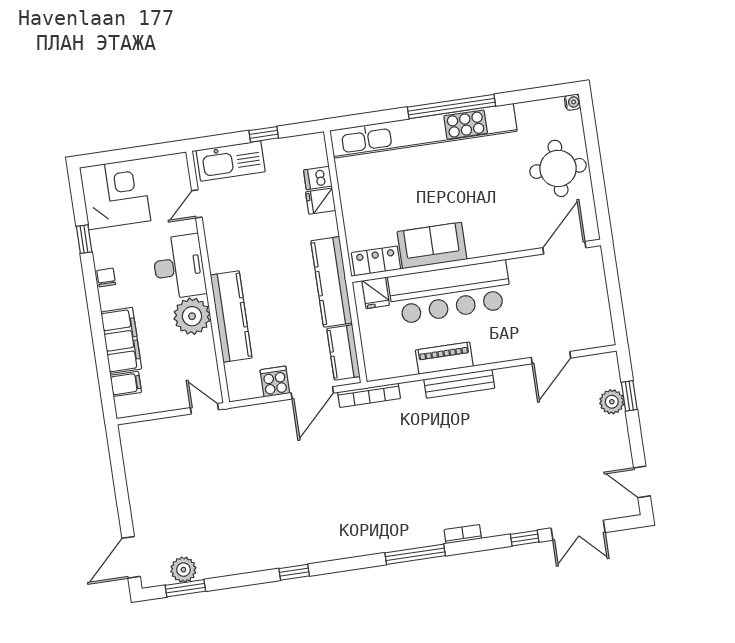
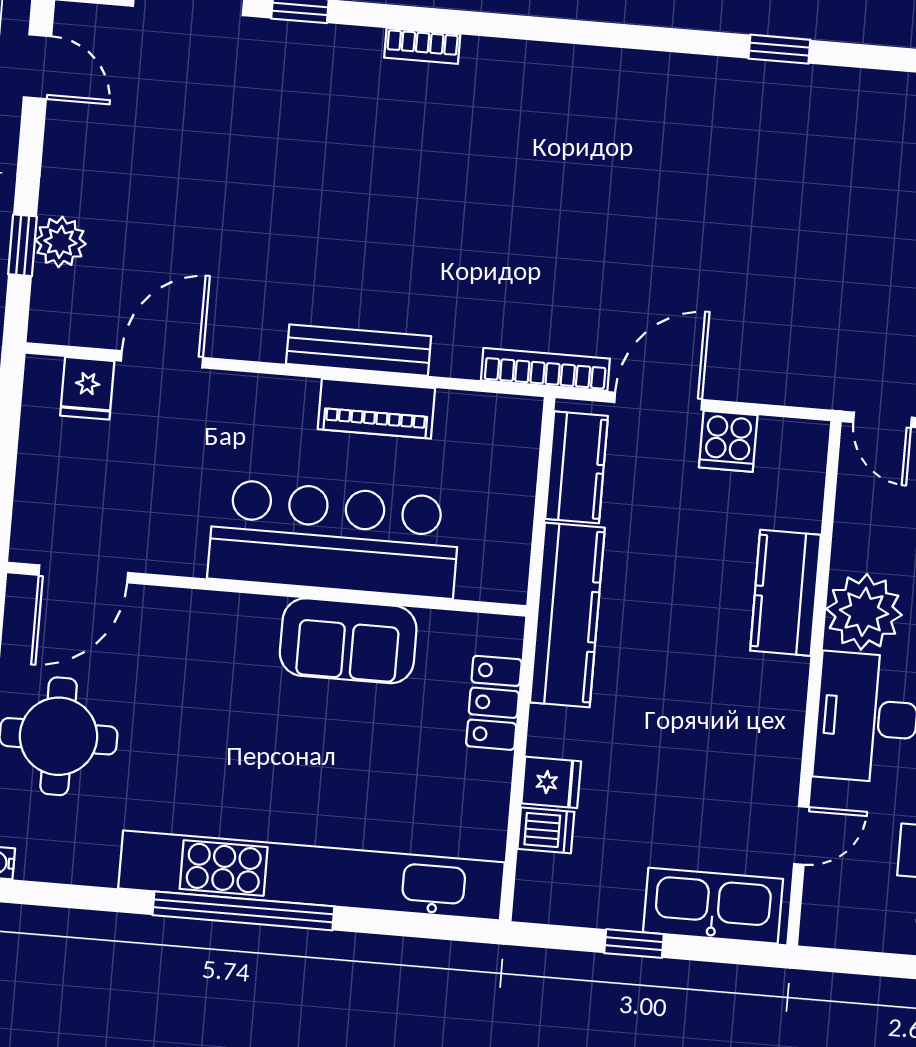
locker: (376, 261) -> (494, 703), moved, turned 90
fridge: (376, 293) -> (87, 388), moved, turned 180
kitchen counter: (231, 317) -> (785, 593), width x0.67
window: (415, 554) -> (528, 28), removed

